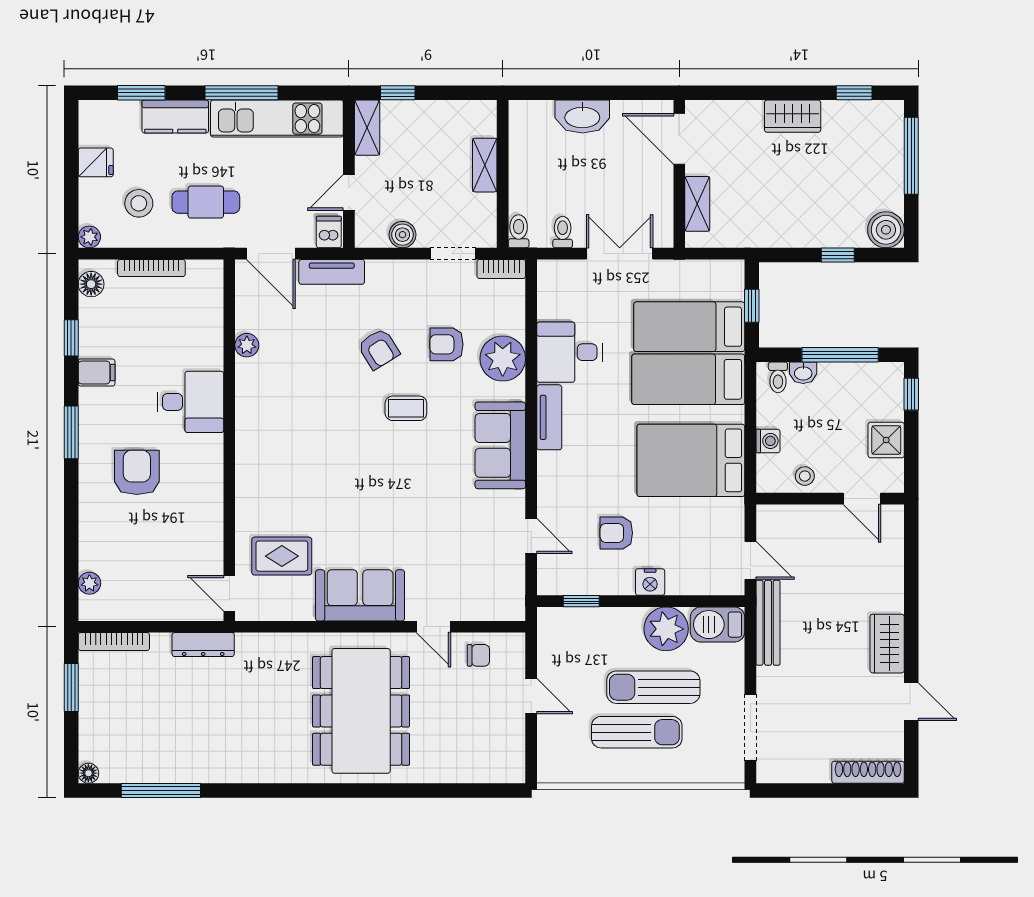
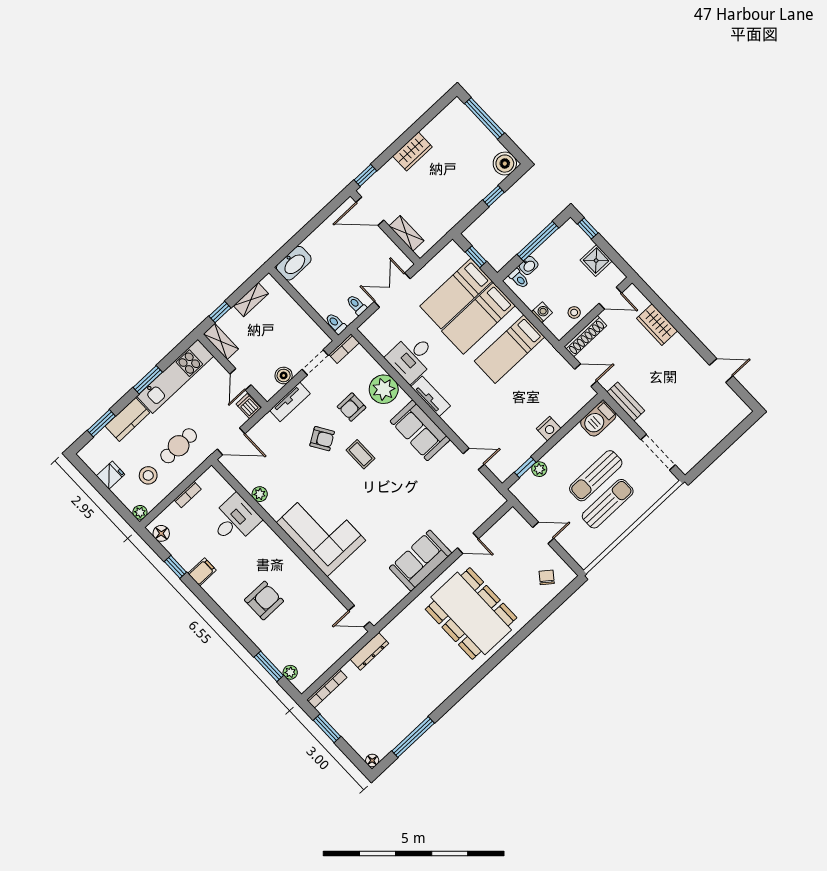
window: (242, 93) -> (148, 380), width x0.69
window: (854, 93) -> (365, 175), moved
washbasin: (582, 117) -> (294, 263), moved
shelving: (485, 165) -> (251, 300), moved, turned 90
bookcase: (151, 268) -> (188, 495), width x0.64
tv unit: (332, 272) -> (290, 402), moved
desk: (190, 402) -> (235, 520), moved
coffee table: (406, 408) -> (360, 454), turned 90
window: (71, 432) -> (269, 666), moved
corner sofa: (277, 455) -> (321, 531), added
bed: (691, 460) -> (509, 349), width x0.67
armchair: (137, 472) -> (264, 601), turned 90
armchair: (616, 533) -> (512, 421), removed
rug: (282, 556) -> (367, 576), removed
bench: (768, 623) -> (626, 401), width x0.73
plant: (666, 629) -> (539, 469), moved, width x0.53, depth x0.53
wardrobe: (887, 644) -> (657, 325), moved
chair: (478, 655) -> (547, 577), moved, turned -52
shoe rack: (868, 772) -> (585, 336), moved, turned 180

